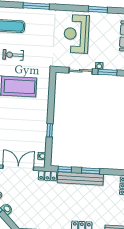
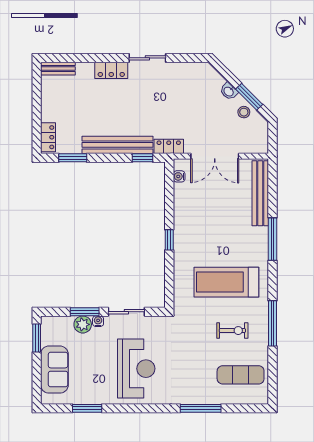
window: (98, 9) -> (87, 408), moved
plant: (109, 64) -> (83, 324), added
window: (50, 130) -> (169, 240), moved
window: (91, 171) -> (73, 158), moved

